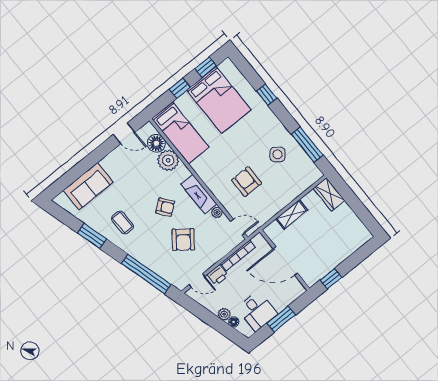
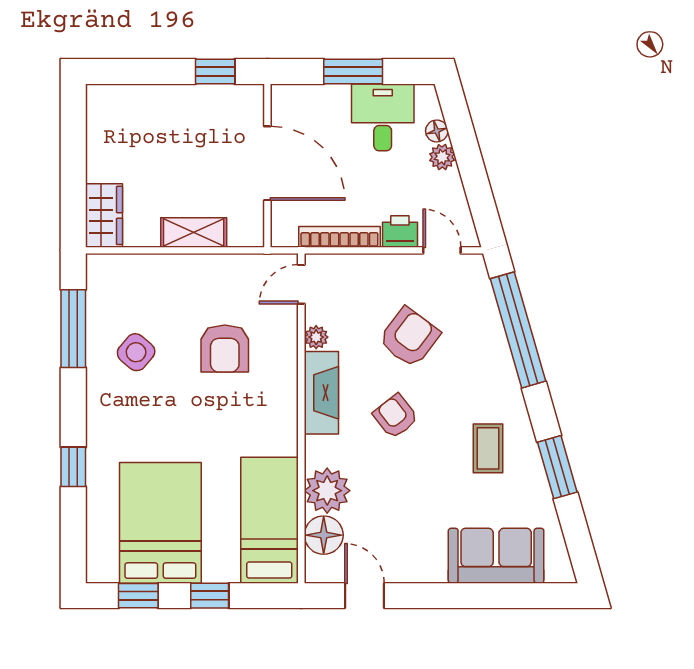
door: (238, 227) -> (301, 284), hinge flipped

